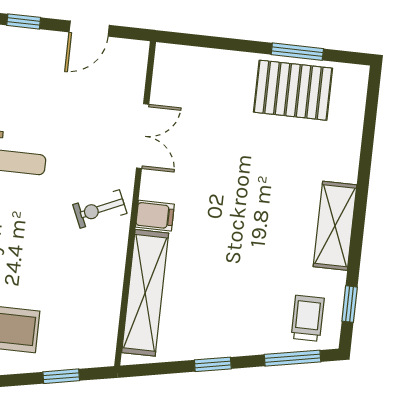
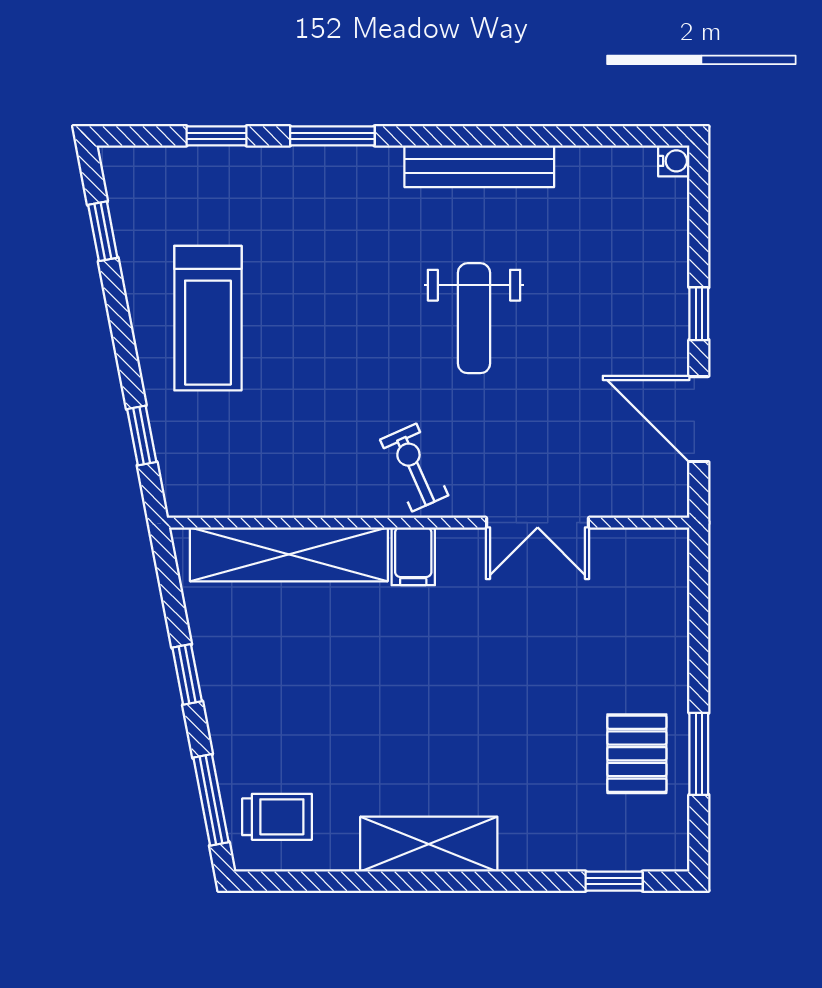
door: (89, 29) -> (699, 419), width x1.38
pallet: (293, 90) -> (637, 754), width x0.67, depth x0.71
window: (350, 304) -> (614, 881), moved

